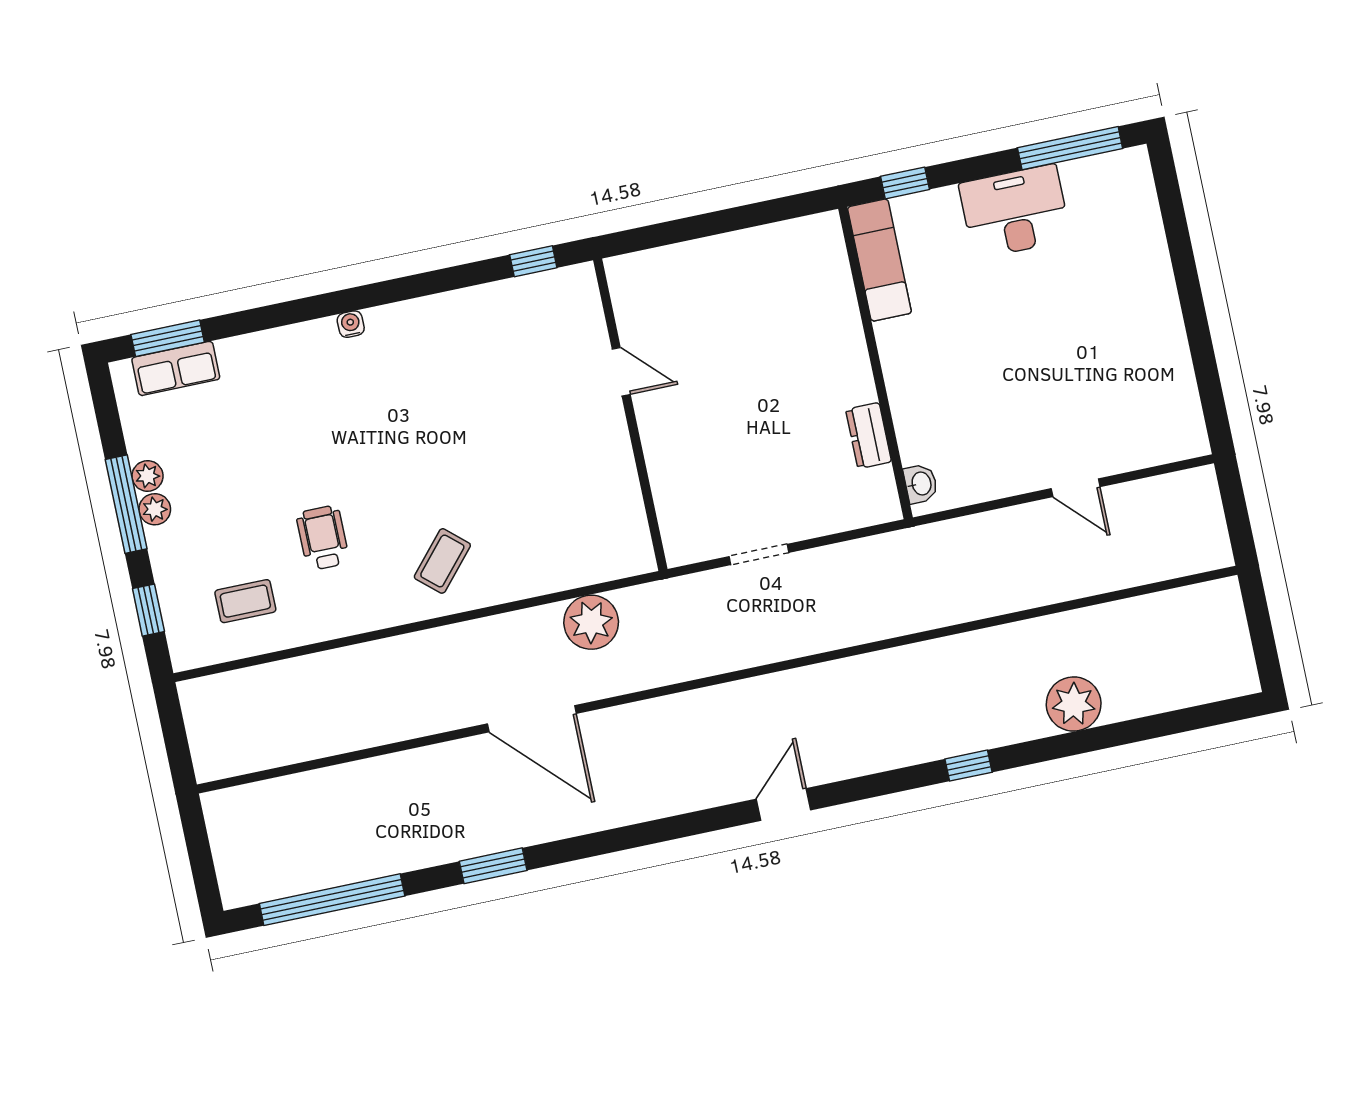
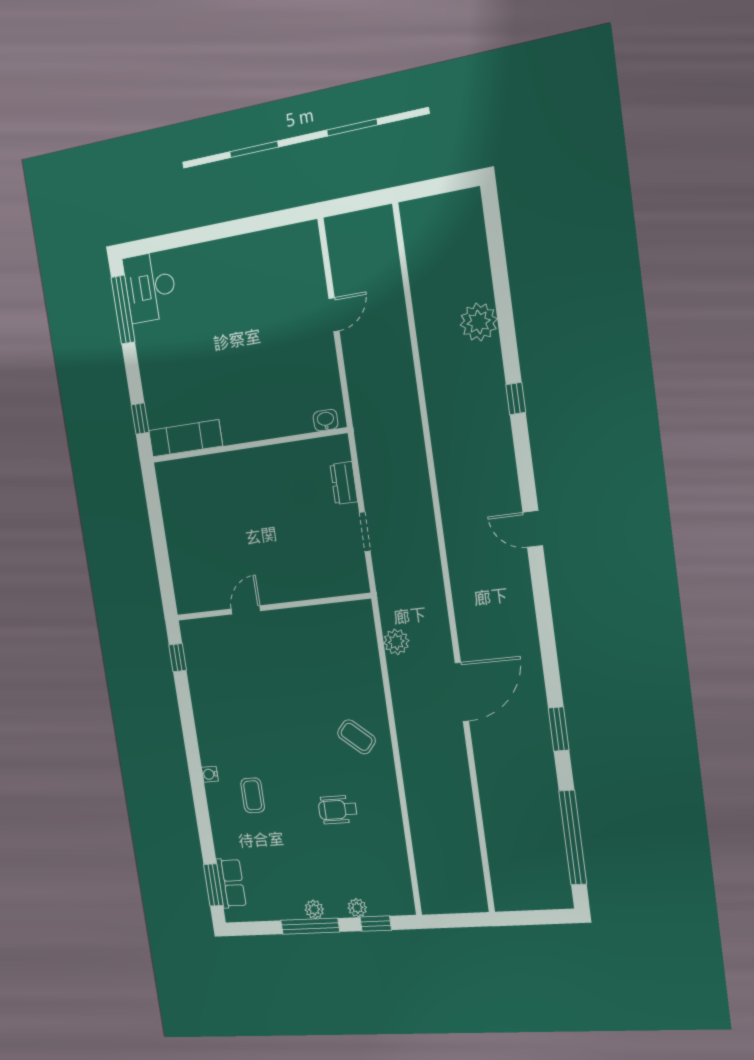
desk: (1015, 212) -> (150, 287), moved
dresser: (869, 436) -> (344, 483), moved, turned 90
plant: (147, 476) -> (357, 908), moved
coffee table: (245, 601) -> (253, 795), moved
plant: (591, 622) -> (396, 642), width x0.73, depth x0.73

